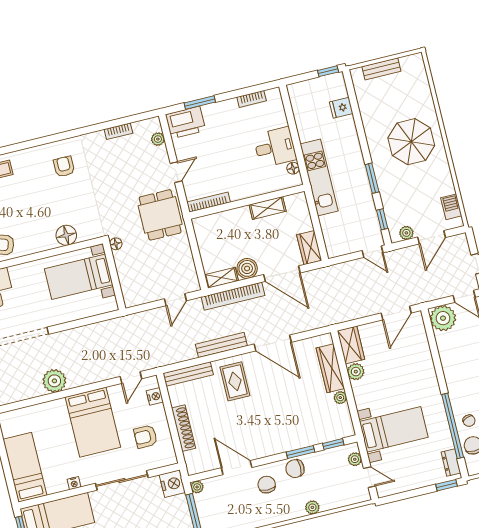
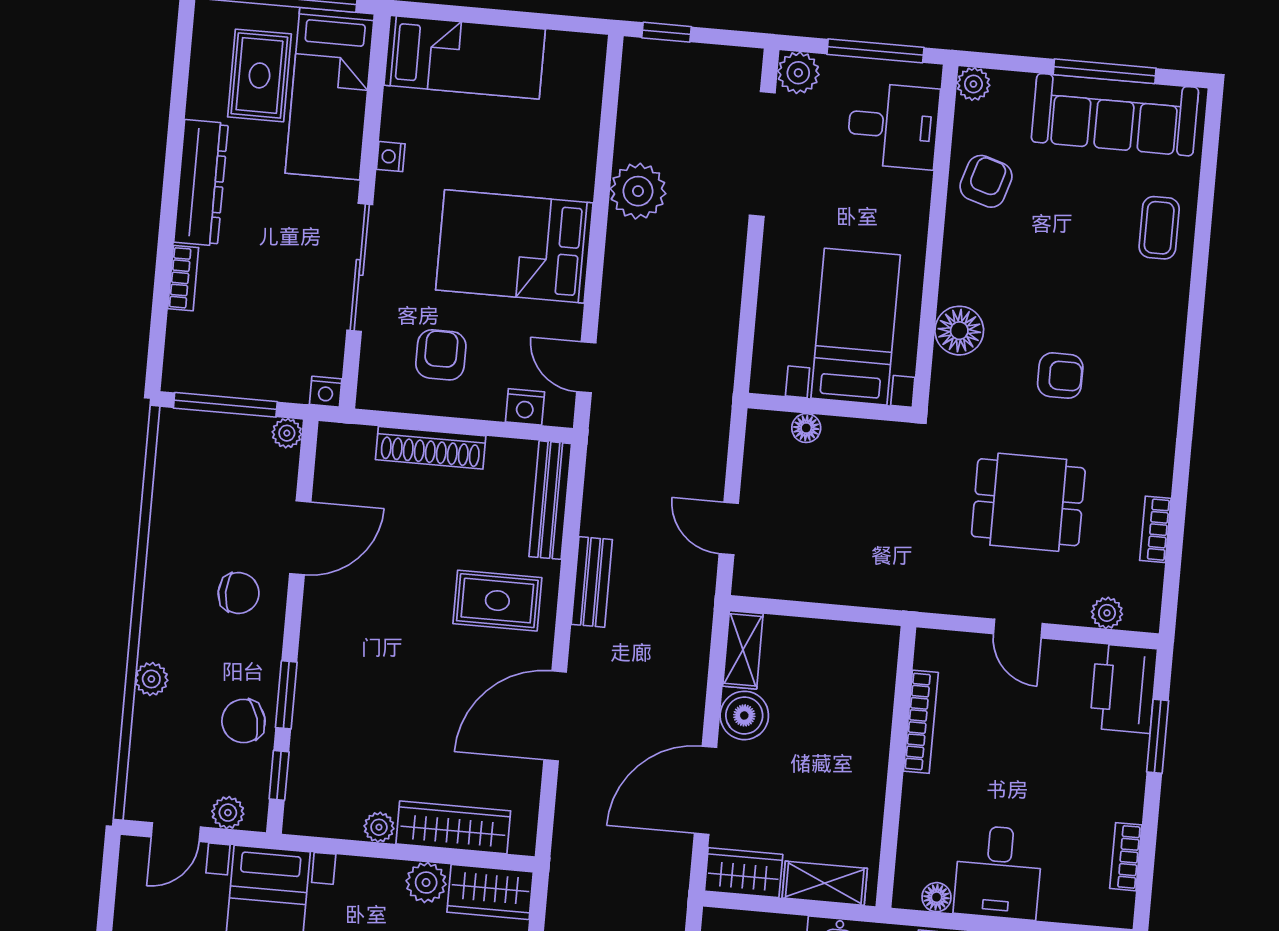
armchair: (64, 167) -> (1060, 376), moved
bookcase: (208, 202) -> (921, 722), moved
shelving: (268, 208) -> (825, 883), moved, turned 90
dining table: (160, 215) -> (1028, 502), moved
floor lamp: (116, 244) -> (806, 428), moved
bookcase: (233, 296) -> (692, 662), removed
bench: (221, 345) -> (592, 582), width x0.73
chair: (295, 469) -> (243, 721), moved, turned -105
nightstand: (172, 484) -> (326, 392), width x0.53, depth x0.56

